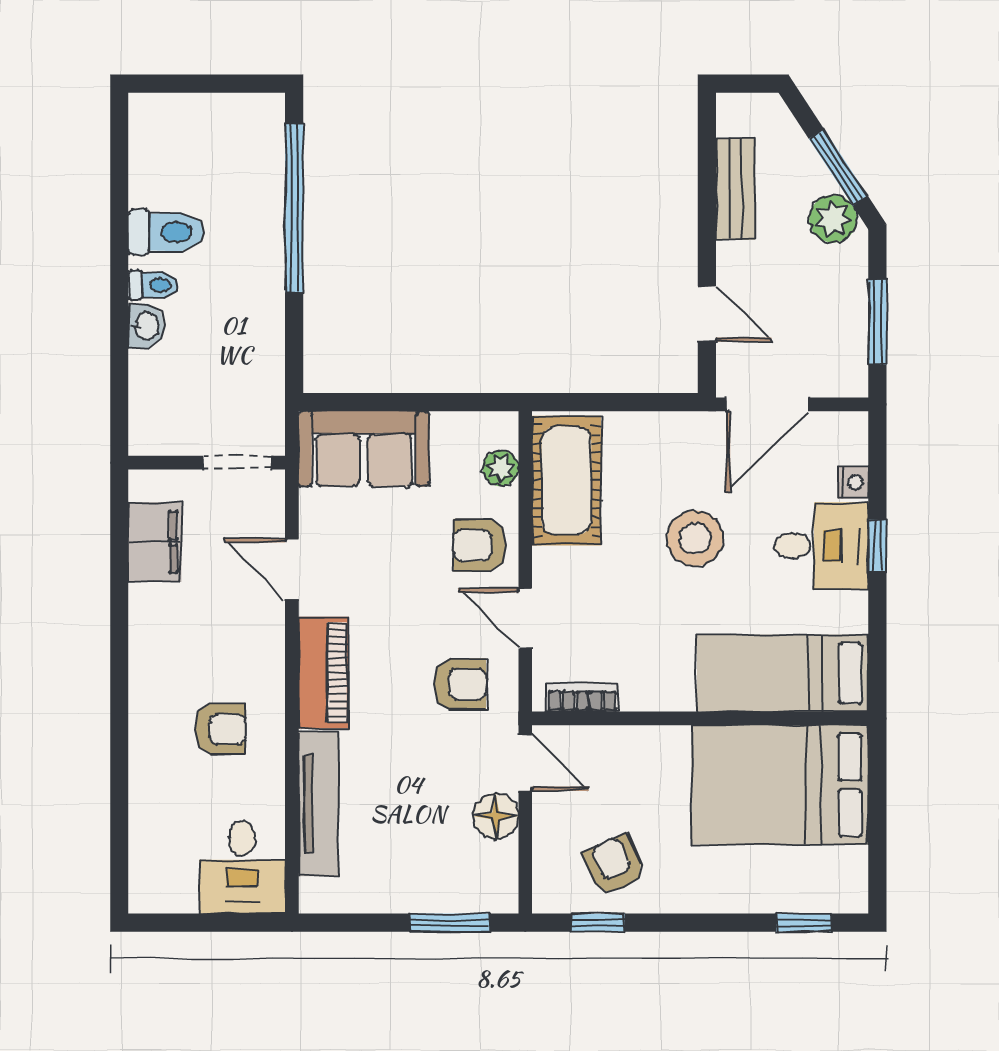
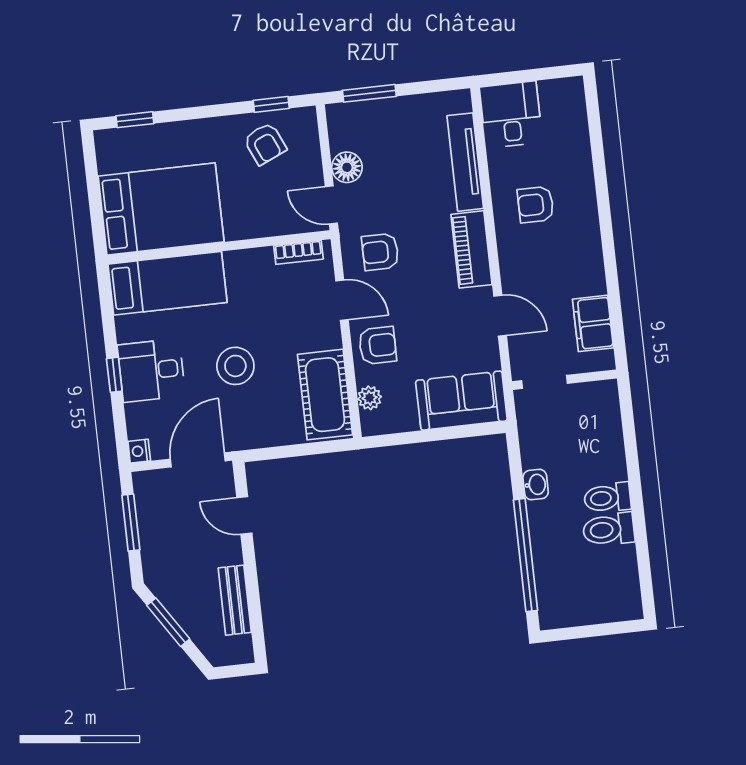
plant: (833, 219) -> (168, 588), removed
toilet: (153, 285) -> (607, 498), width x1.37, depth x1.39
washbasin: (146, 326) -> (536, 485), moved, turned 180
nightstand: (853, 482) -> (139, 451), moved

